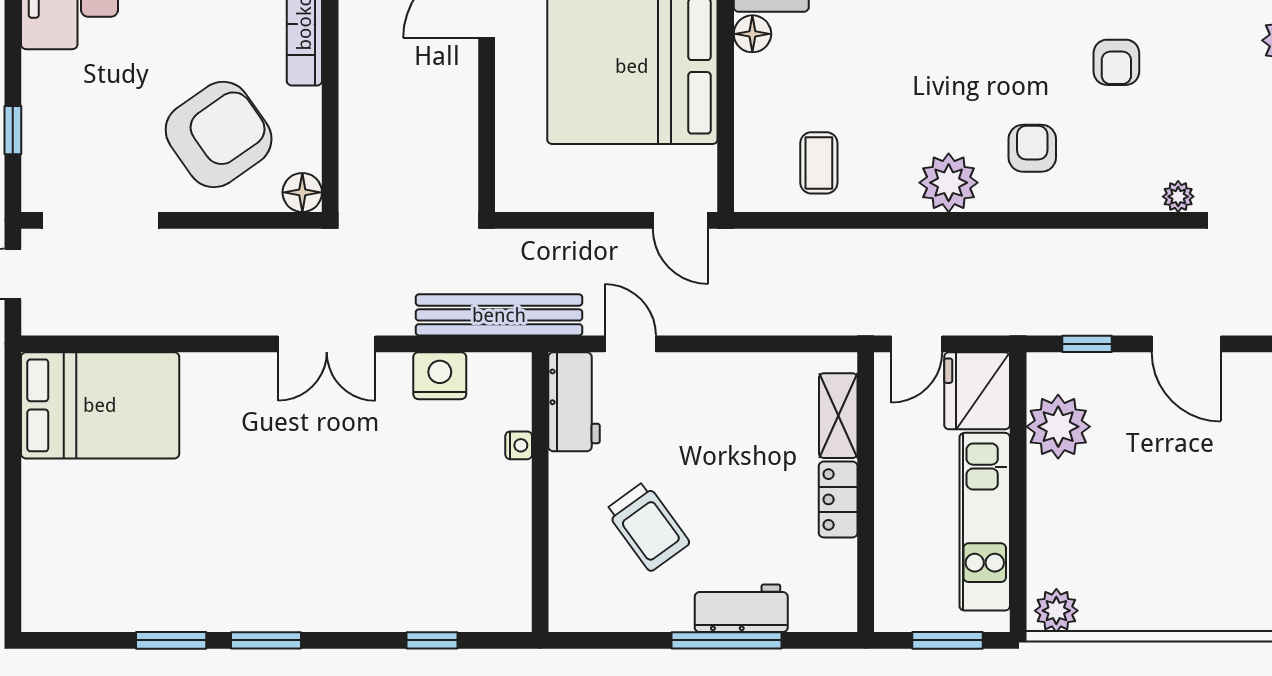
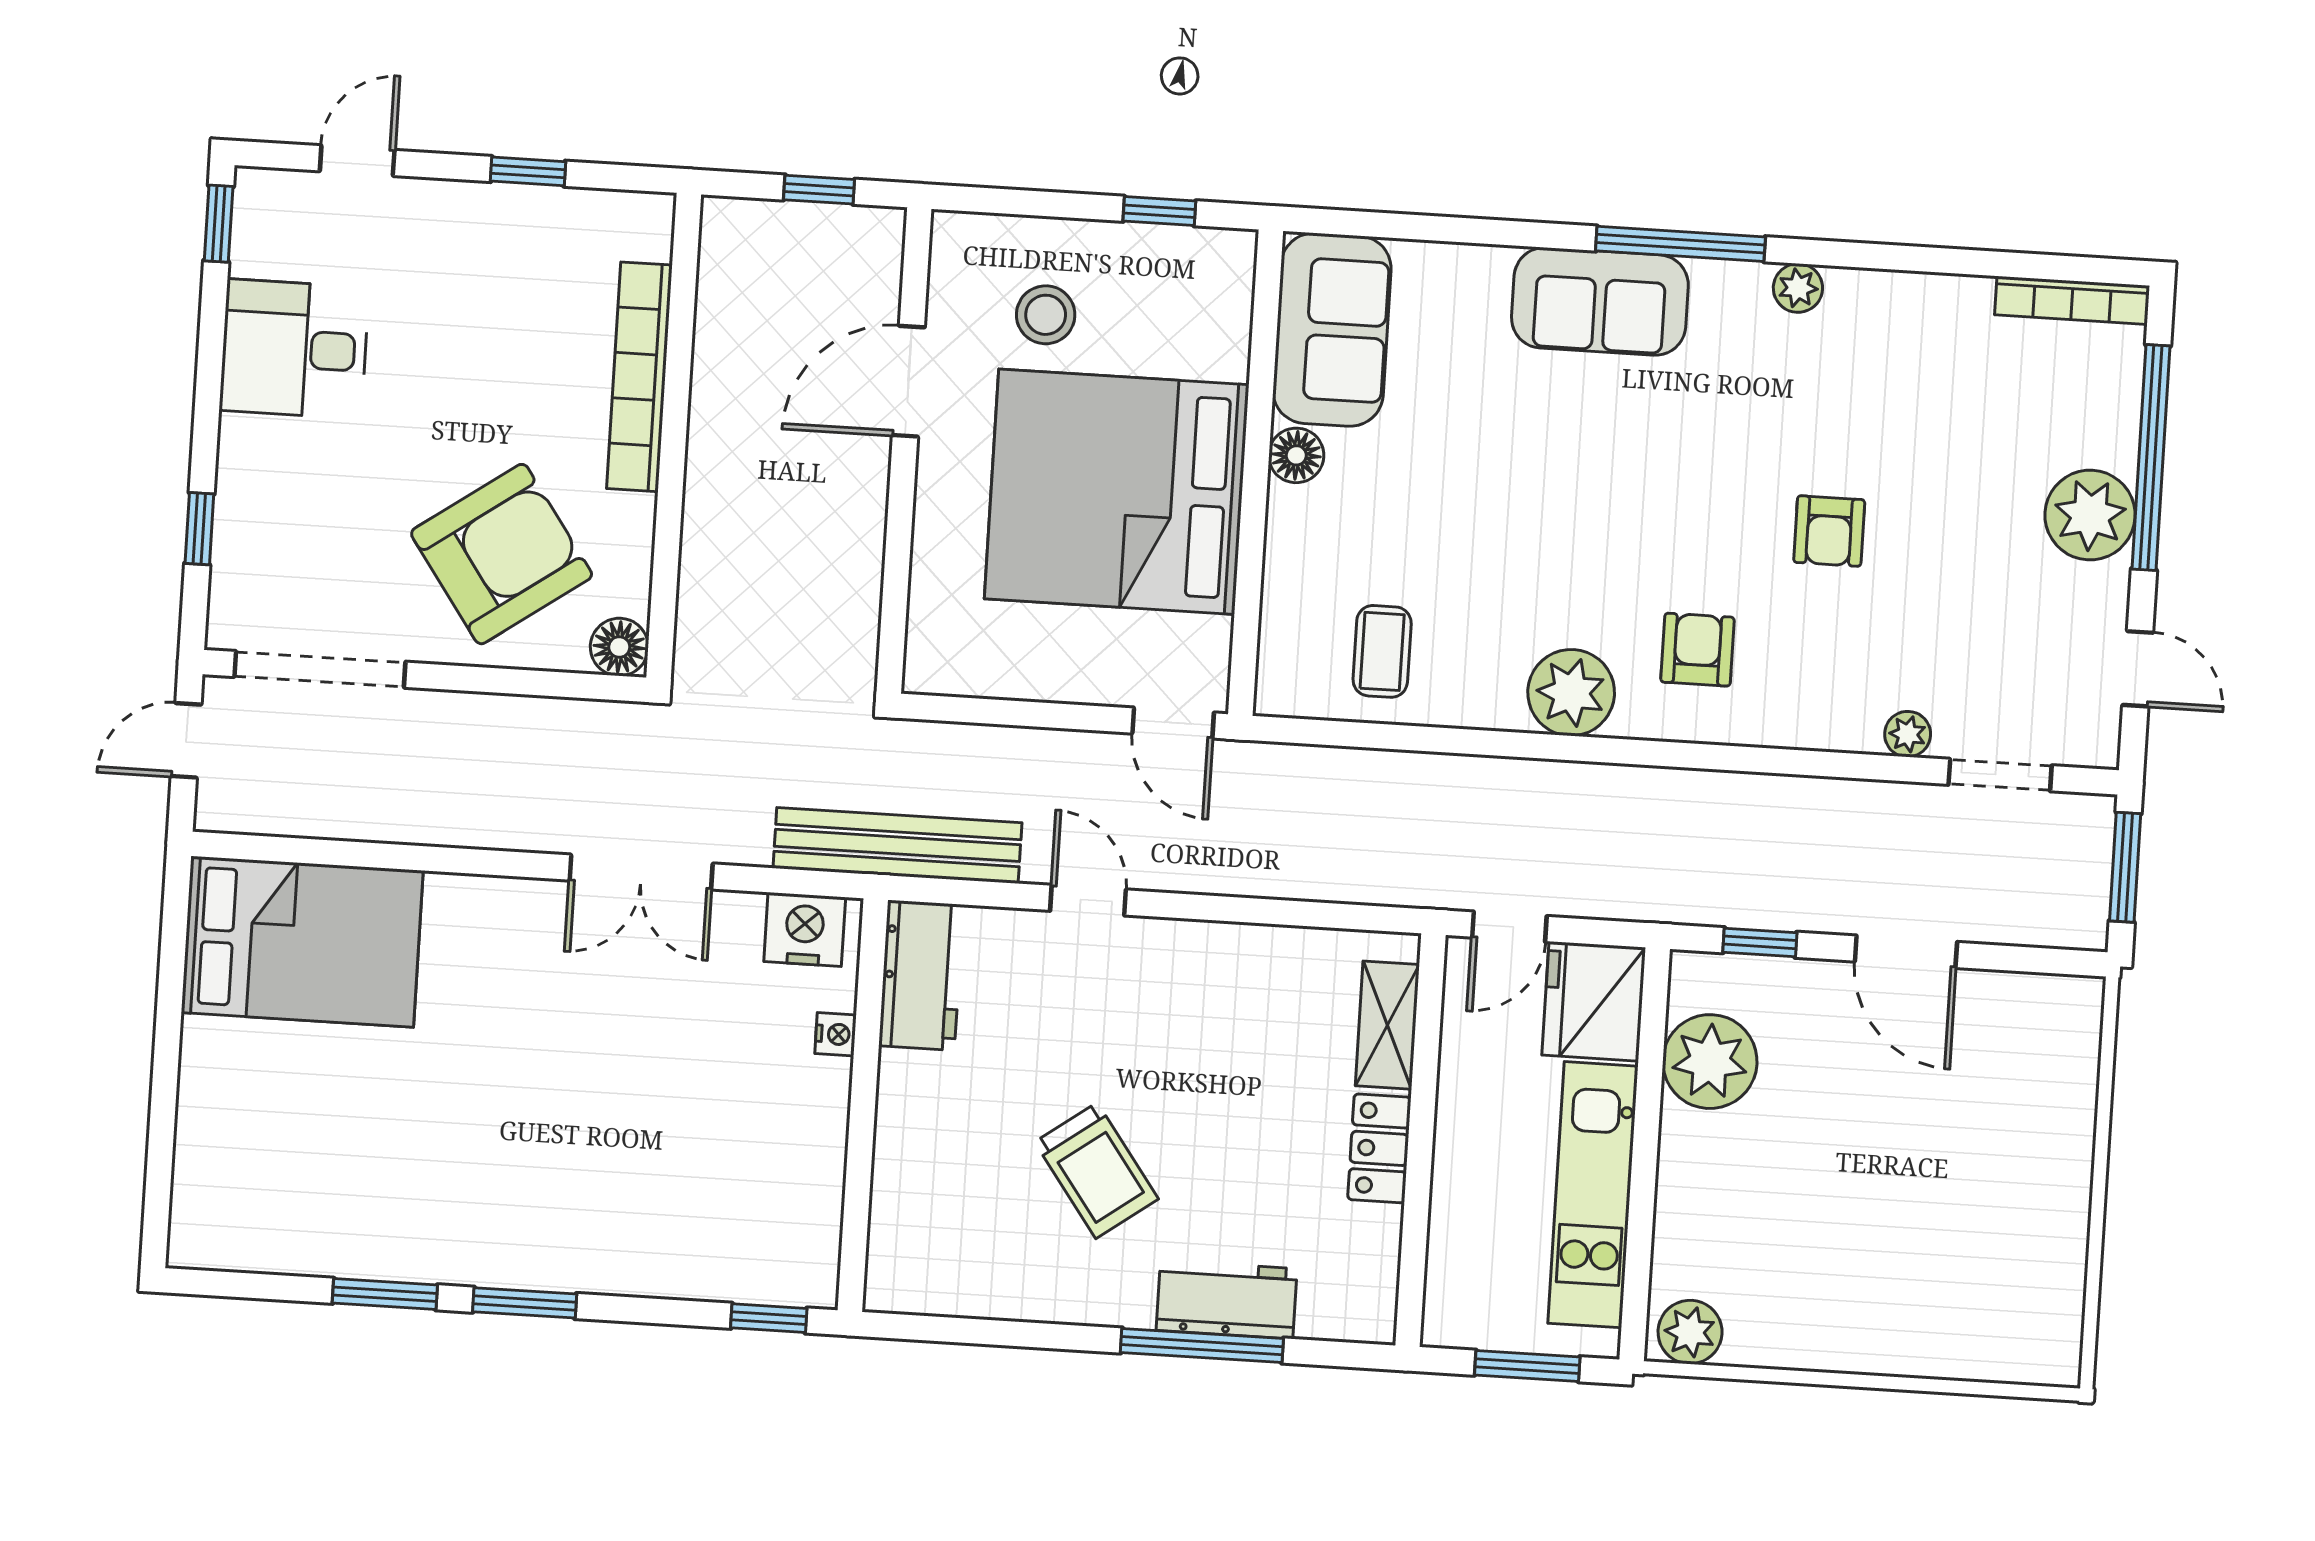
workbench: (574, 402) -> (921, 975), moved
nightstand: (519, 445) -> (836, 1034), moved
wall: (540, 492) -> (863, 1105), moved

